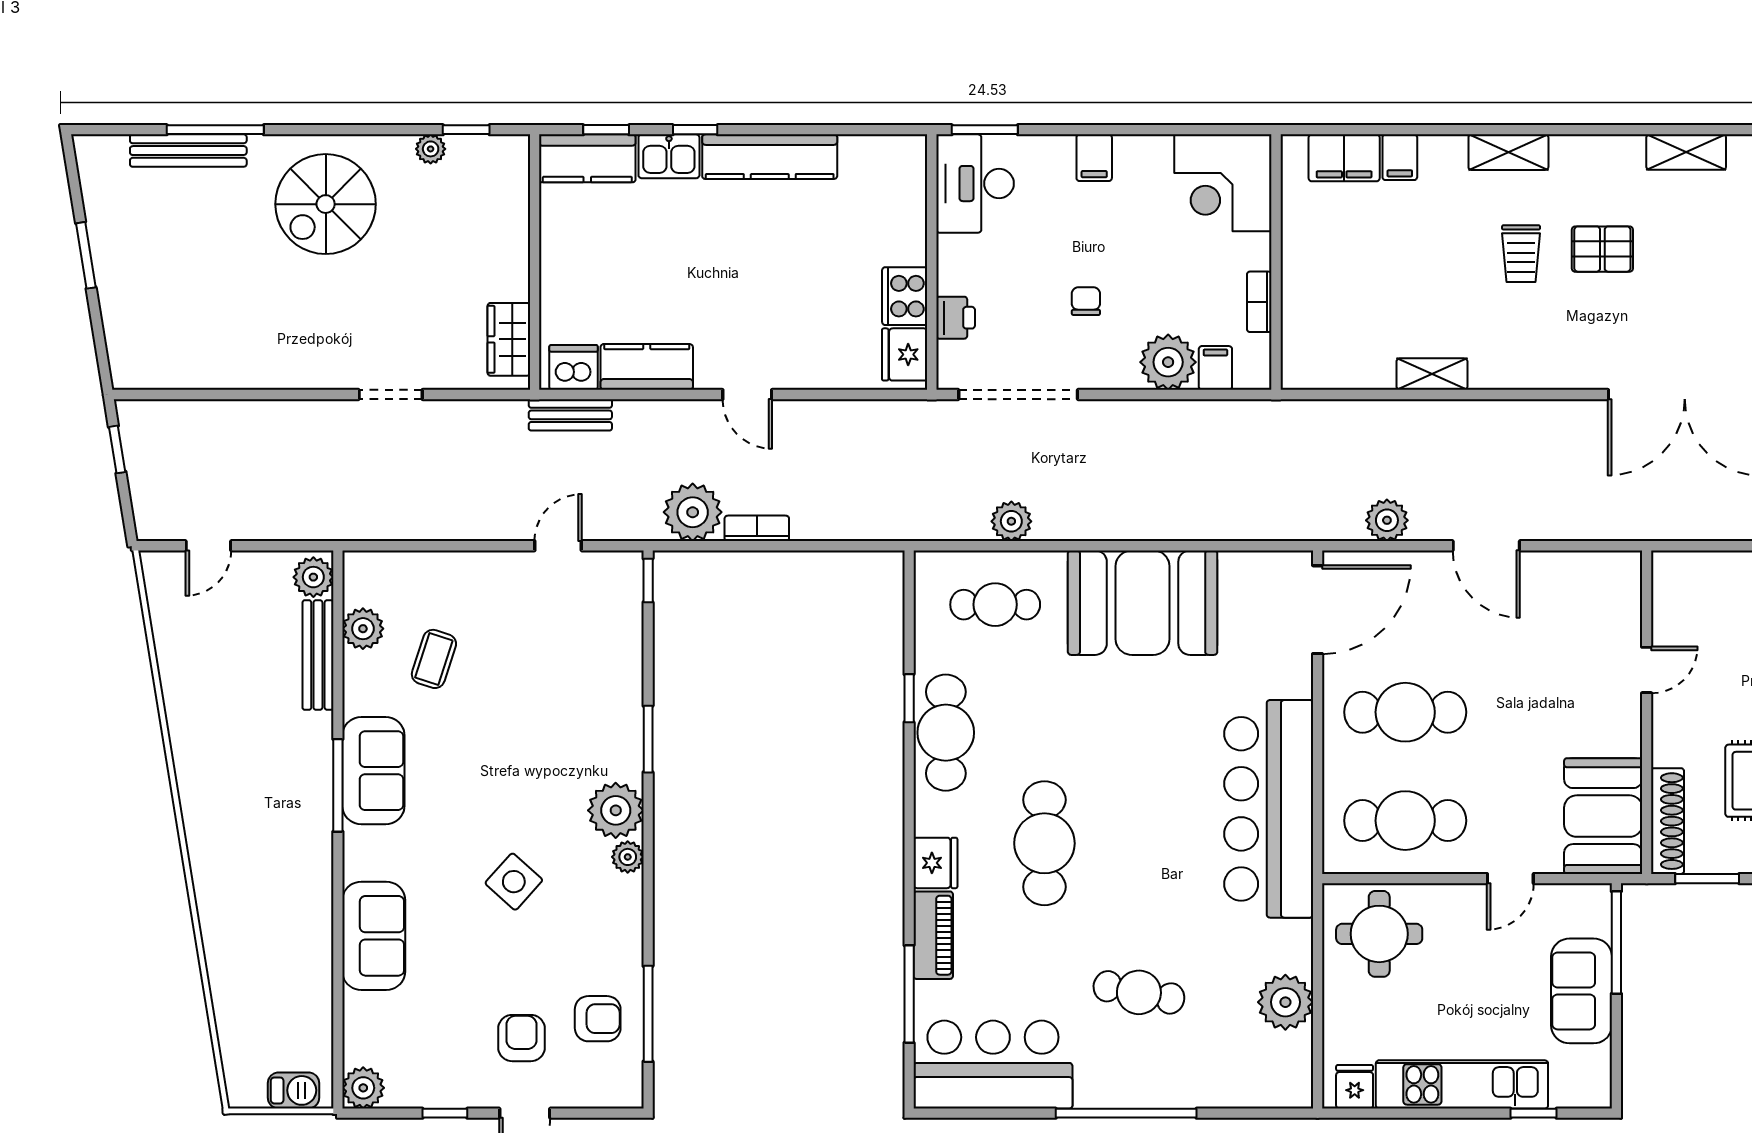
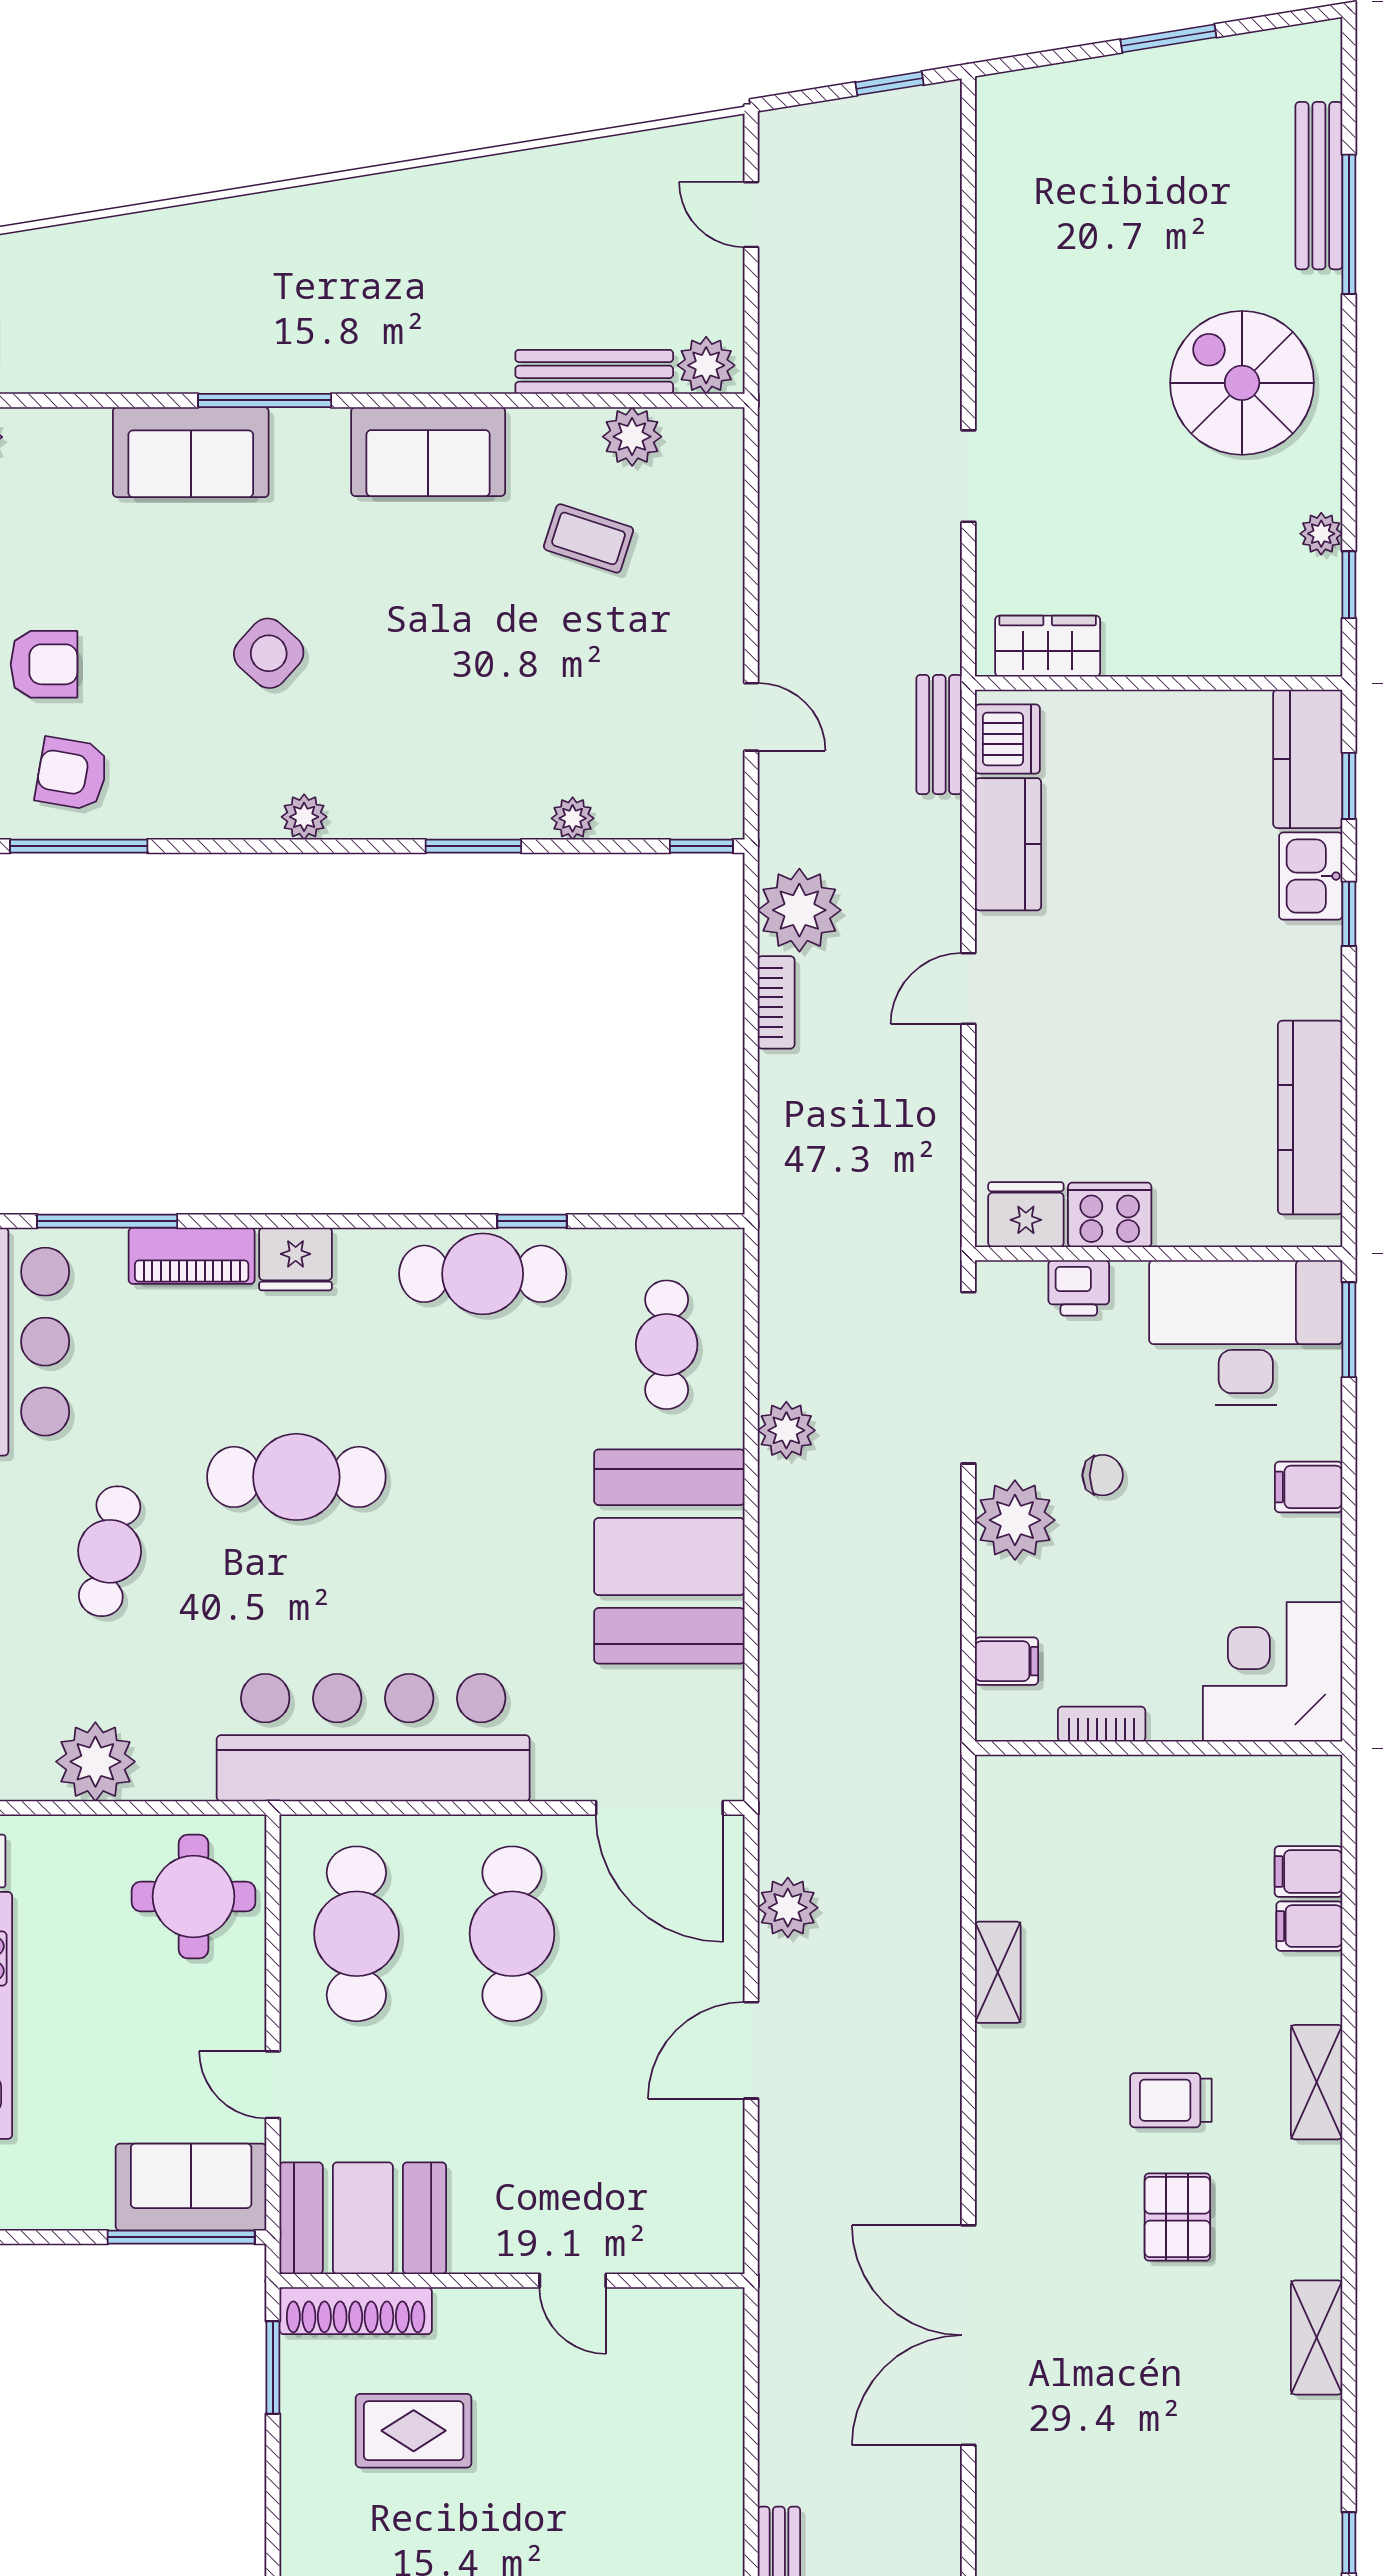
kitchen counter: (770, 157) -> (1310, 1117), moved
filing cabinet: (1344, 158) -> (1308, 1872), width x0.50
desk: (975, 184) -> (1246, 1332), width x1.36, depth x1.30
plant: (1168, 362) -> (1015, 1520), moved
plant: (1011, 521) -> (786, 1430), moved
window: (338, 785) -> (265, 400), moved
plant: (616, 810) -> (573, 818), moved, width x0.53, depth x0.53
cafe table: (1044, 843) -> (296, 1477), moved
sofa: (1582, 991) -> (191, 2187), moved
armchair: (598, 1019) -> (72, 774), turned 100

